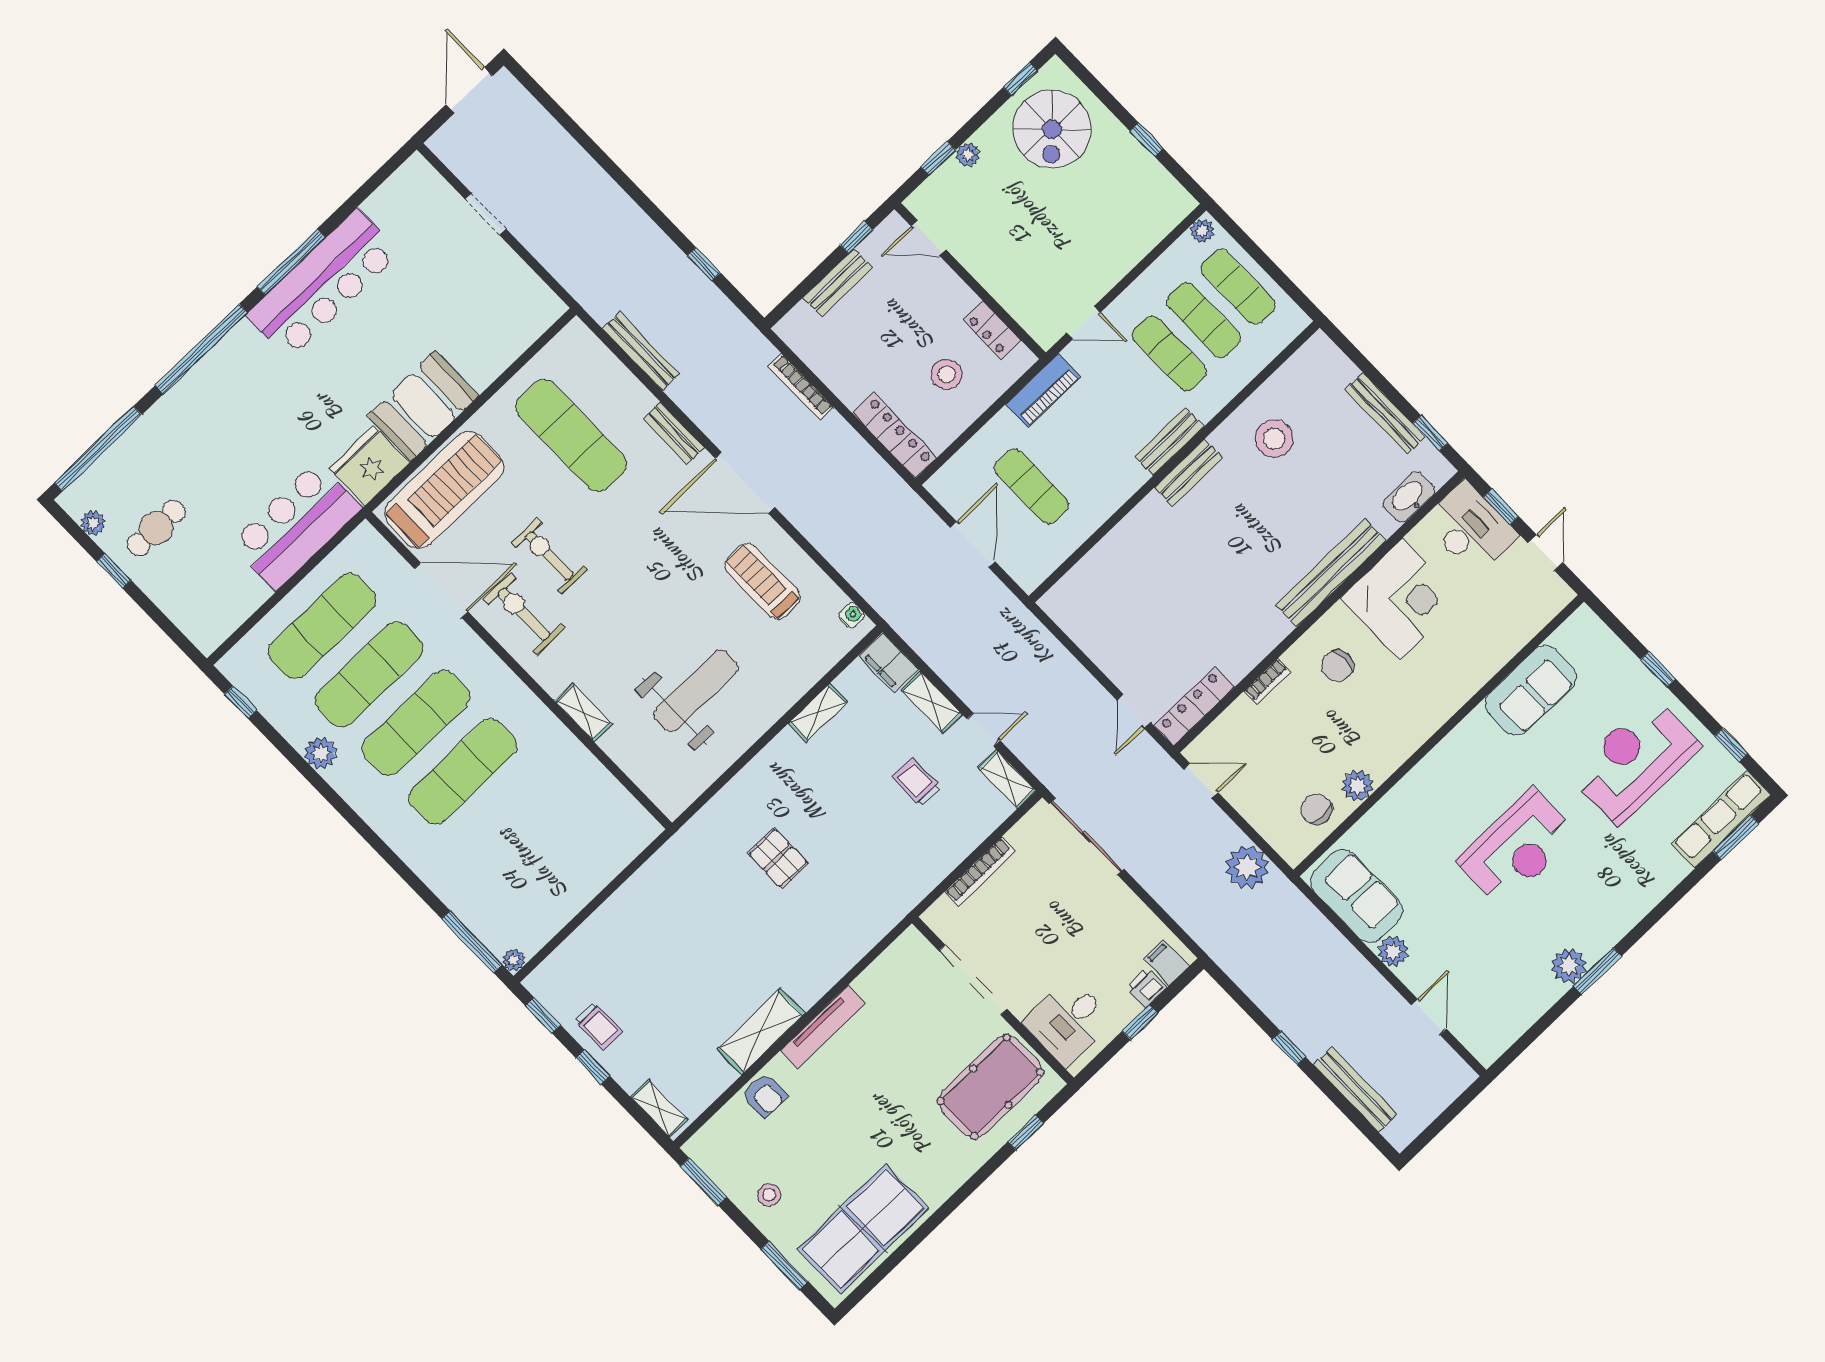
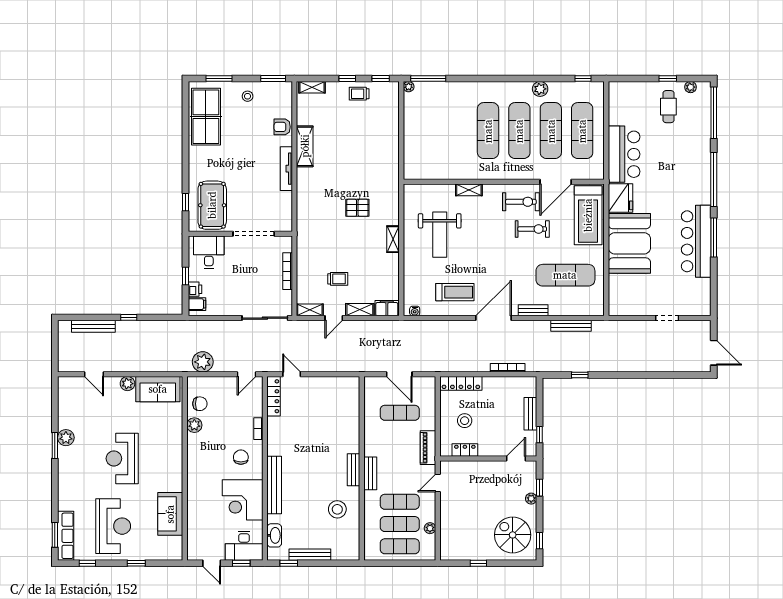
plant: (1202, 231) -> (430, 528), moved
booth: (423, 406) -> (629, 243), width x1.36, depth x1.42
shelving: (818, 713) -> (393, 239), moved

